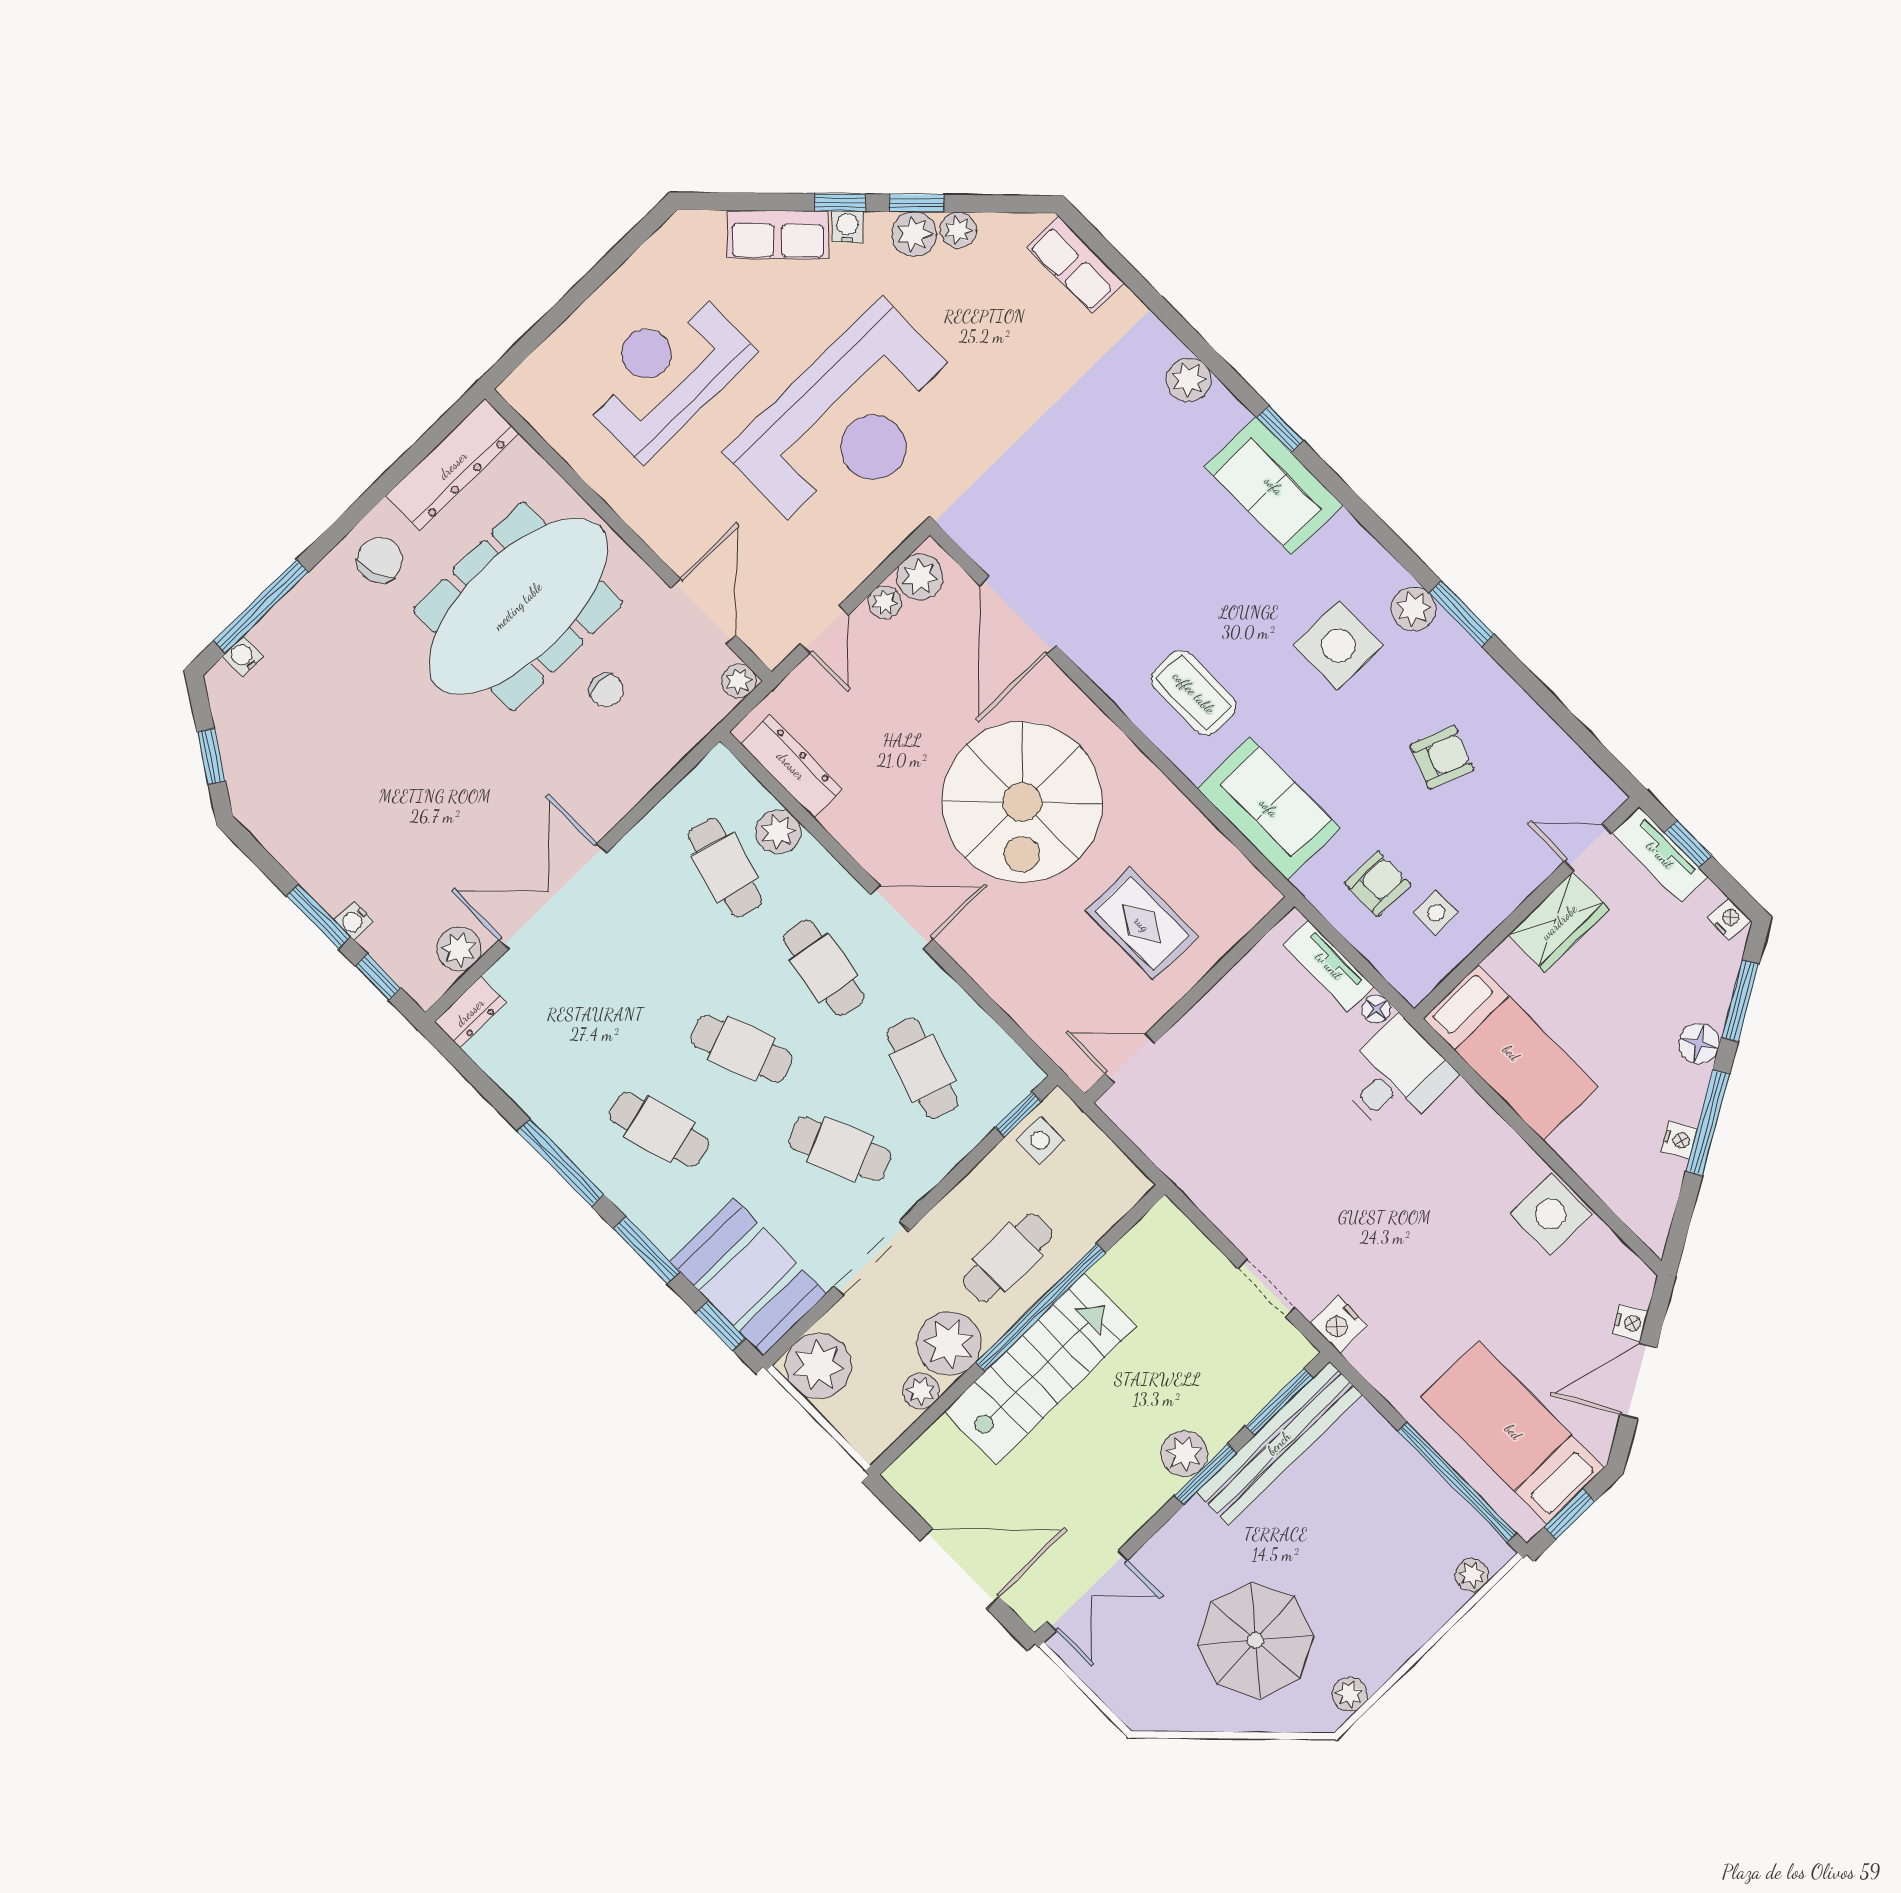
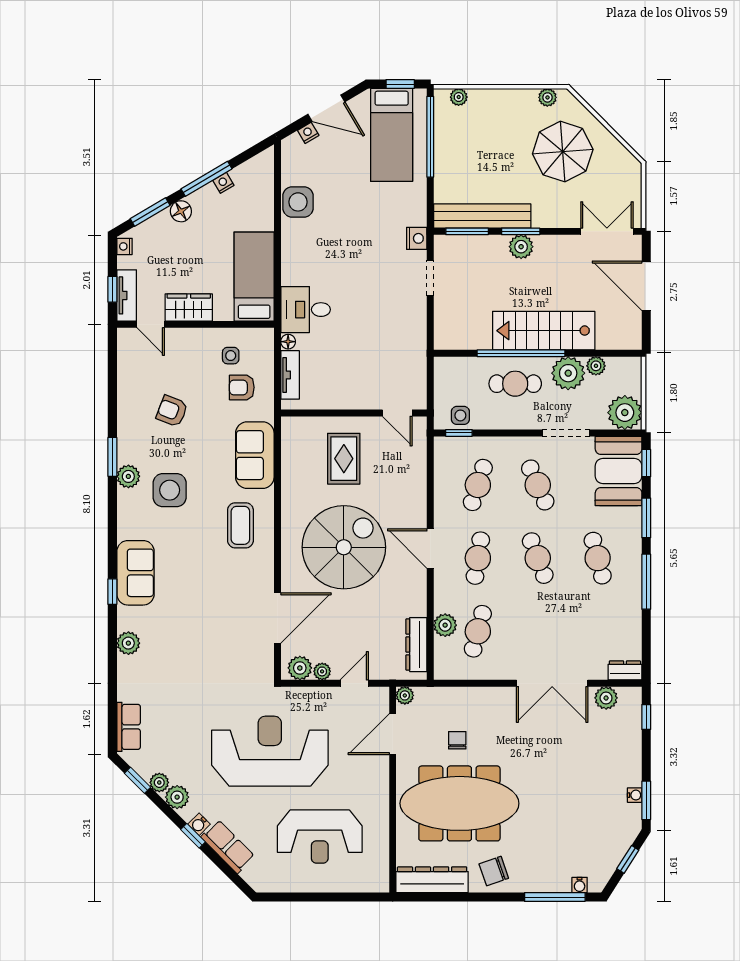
window: (917, 203) -> (137, 780), moved
window: (318, 916) -> (646, 800), moved
water cooler: (354, 920) -> (635, 795), moved

